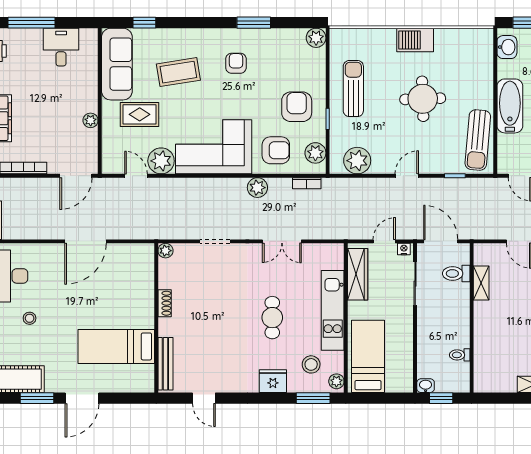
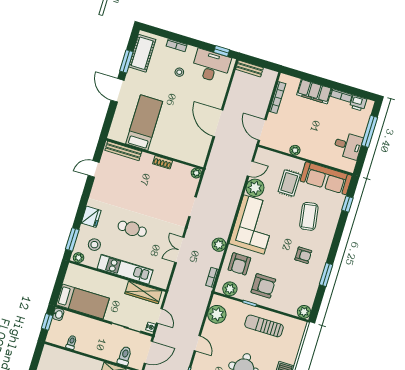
sun lounger: (353, 89) -> (264, 326), turned 180
bed: (368, 356) -> (83, 302), moved

